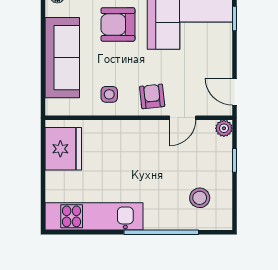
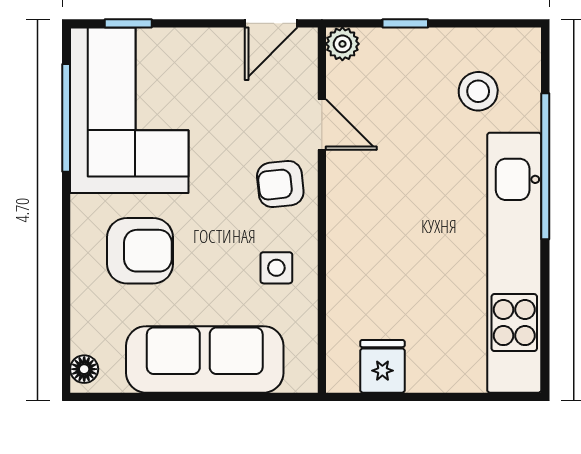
armchair: (118, 24) -> (140, 251), turned -90
fridge: (63, 149) -> (382, 366), width x0.53, depth x0.75
kitchen unit: (94, 216) -> (514, 263), width x1.36

